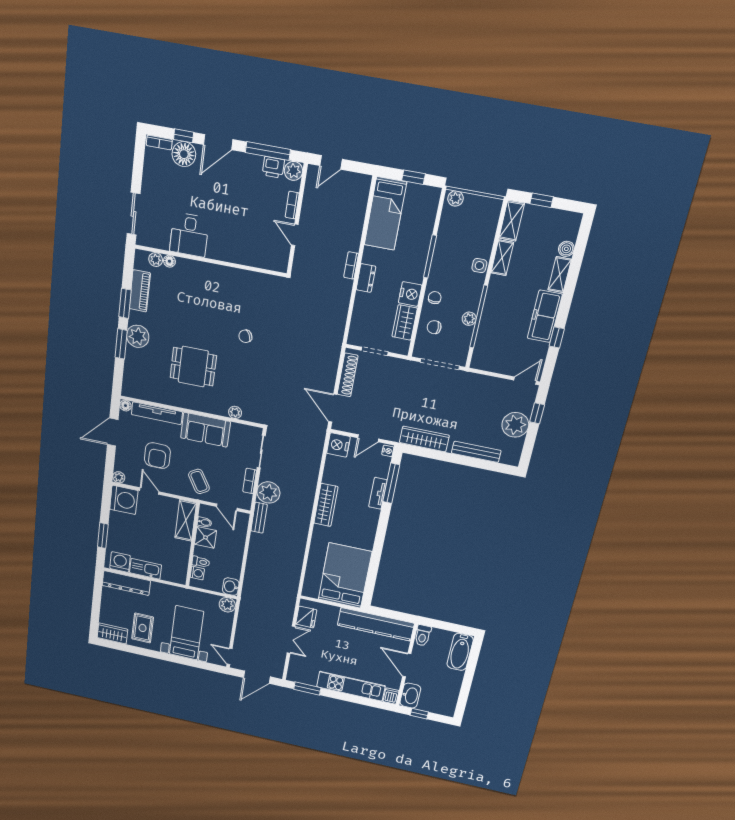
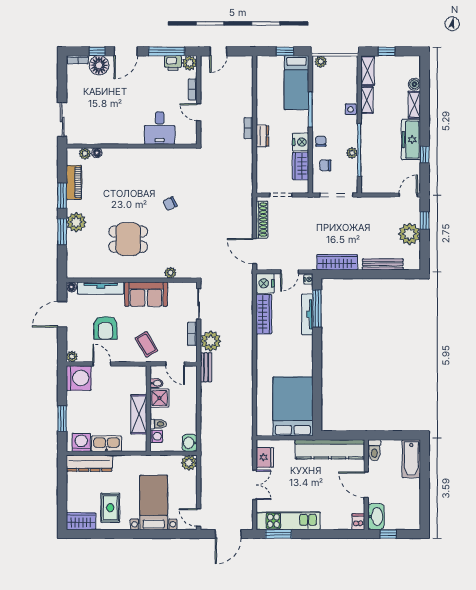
bed: (385, 214) -> (296, 83), moved
desk: (189, 235) -> (160, 128), moved
tv unit: (378, 493) -> (307, 314), width x1.41
wardrobe: (326, 505) -> (264, 314), moved
shelving: (186, 520) -> (139, 414), moved
kitchen unit: (351, 686) -> (288, 521), moved

